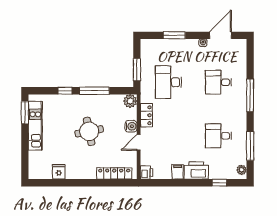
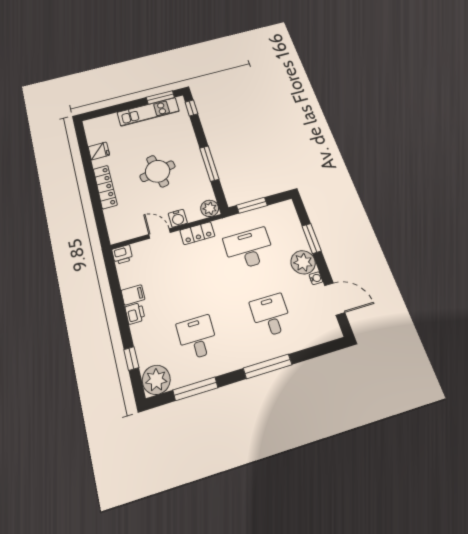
plant: (189, 48) -> (303, 262), added
window: (65, 91) -> (191, 108), moved
plant: (242, 170) -> (156, 380), width x1.88, depth x1.88
printer: (196, 171) -> (135, 313), width x0.53, depth x0.68
locker: (114, 173) -> (105, 187), moved

